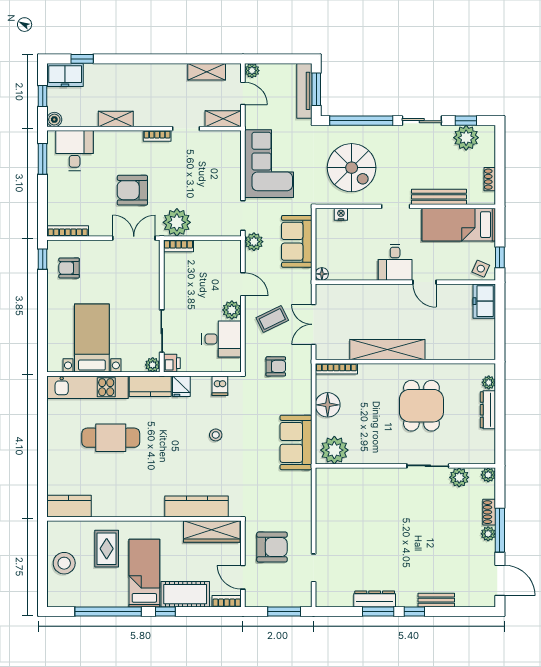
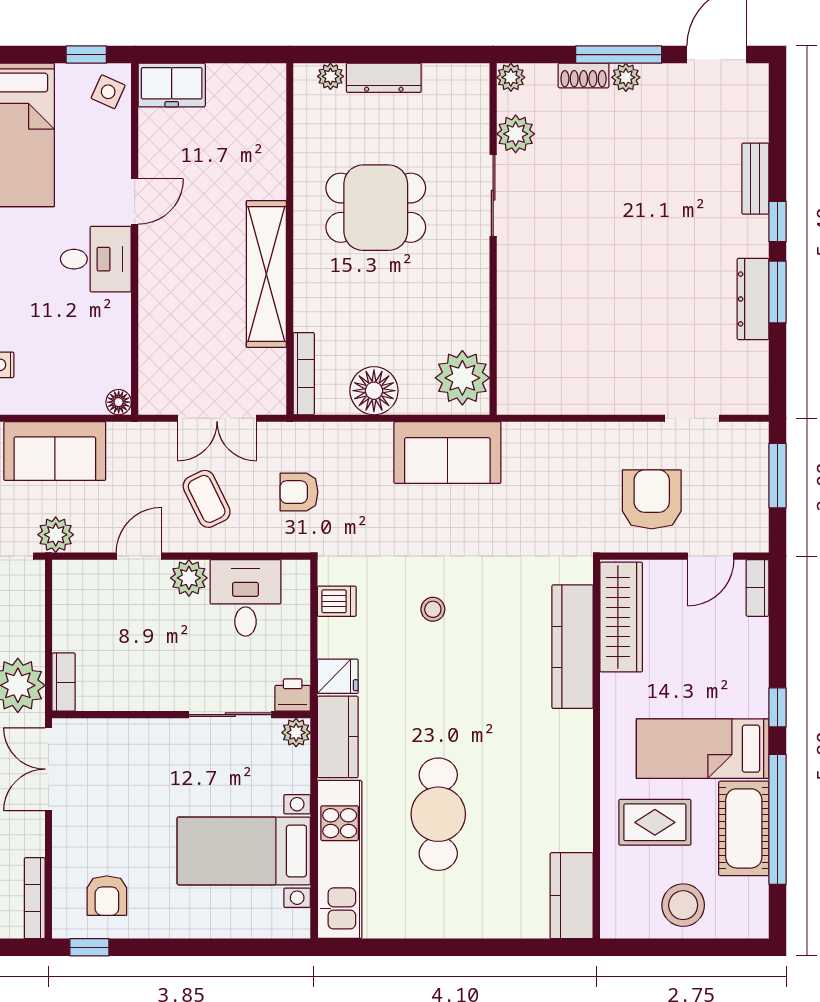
armchair: (276, 366) -> (299, 492), turned -90
cot: (185, 594) -> (744, 828), moved

